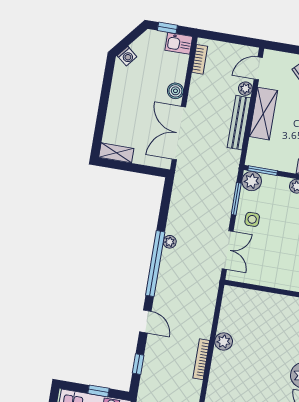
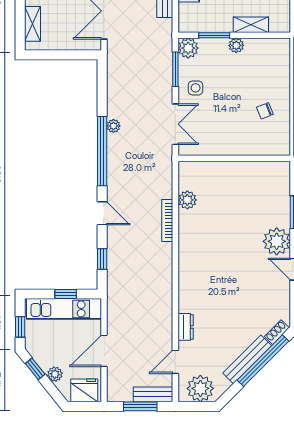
shelving: (116, 153) -> (32, 24), moved, turned 90
window: (263, 171) -> (214, 35), moved
plant: (224, 341) -> (187, 200), moved
bookcase: (201, 359) -> (167, 220), moved

